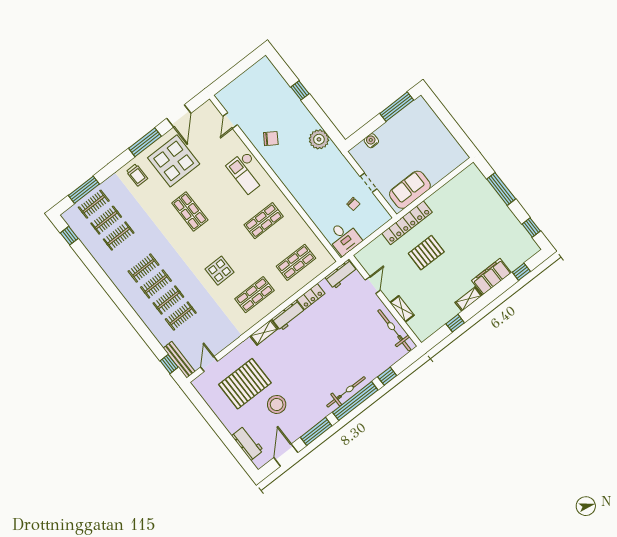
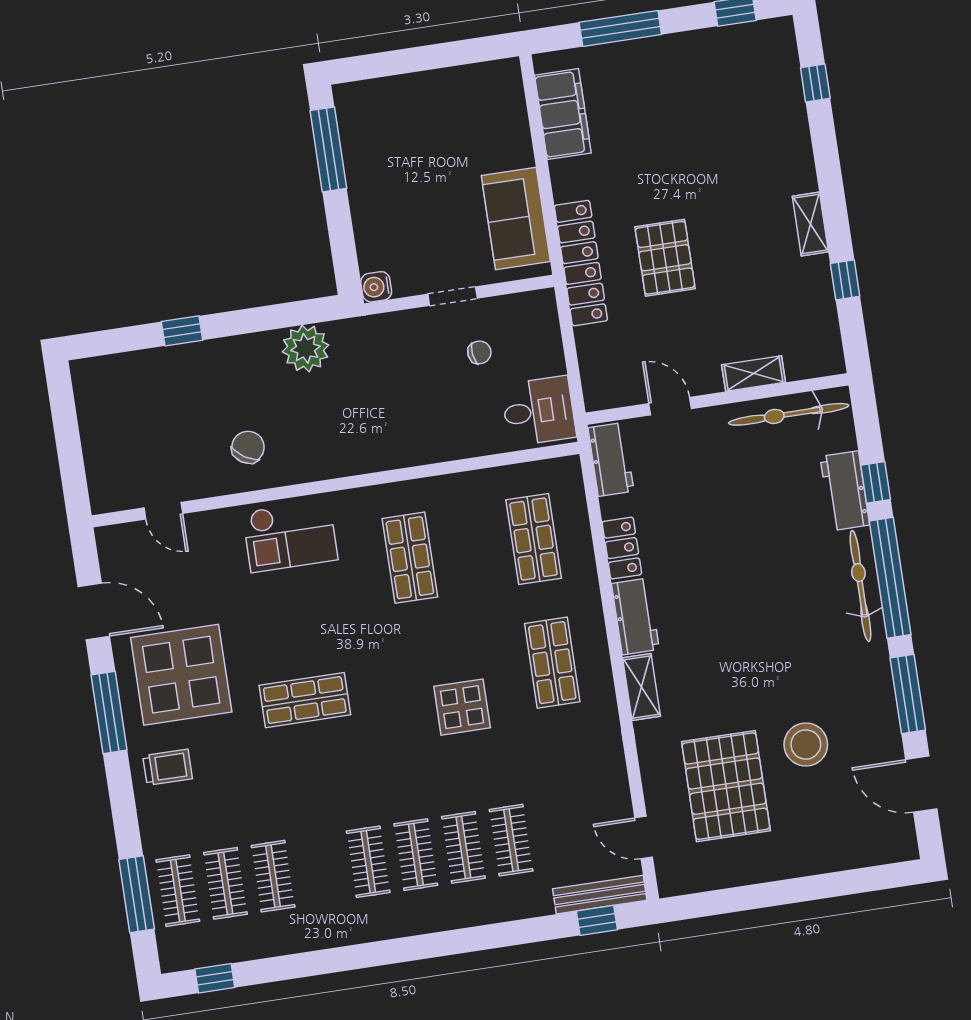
water cooler: (371, 141) -> (376, 287), moved
filing cabinet: (491, 277) -> (563, 114), moved, turned 180
workbench: (248, 443) -> (845, 491), moved, turned -90

